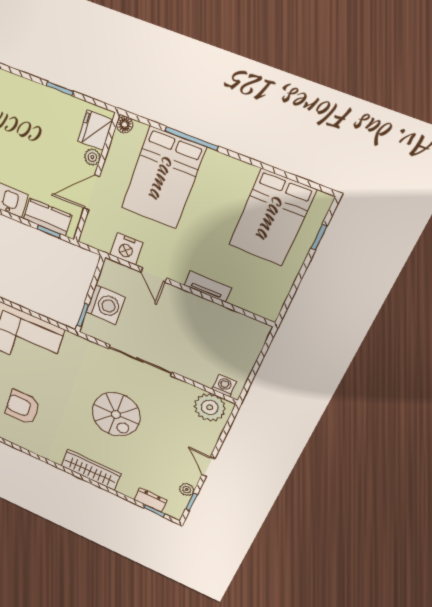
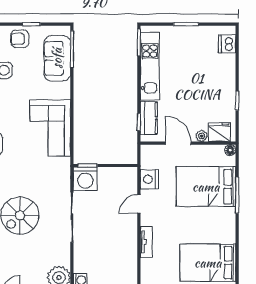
washing machine: (105, 305) -> (85, 179), moved

